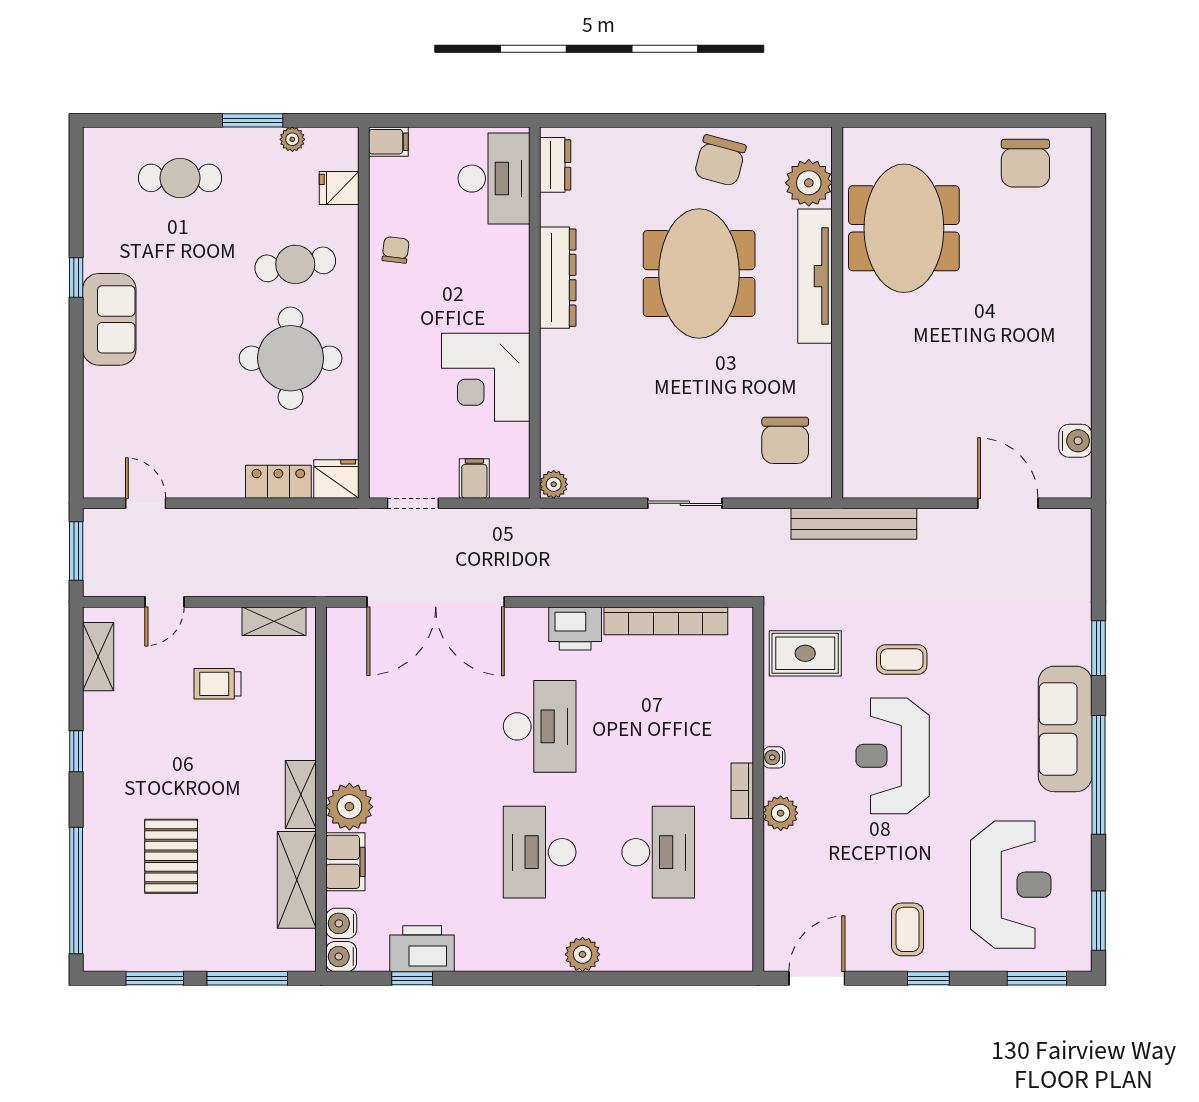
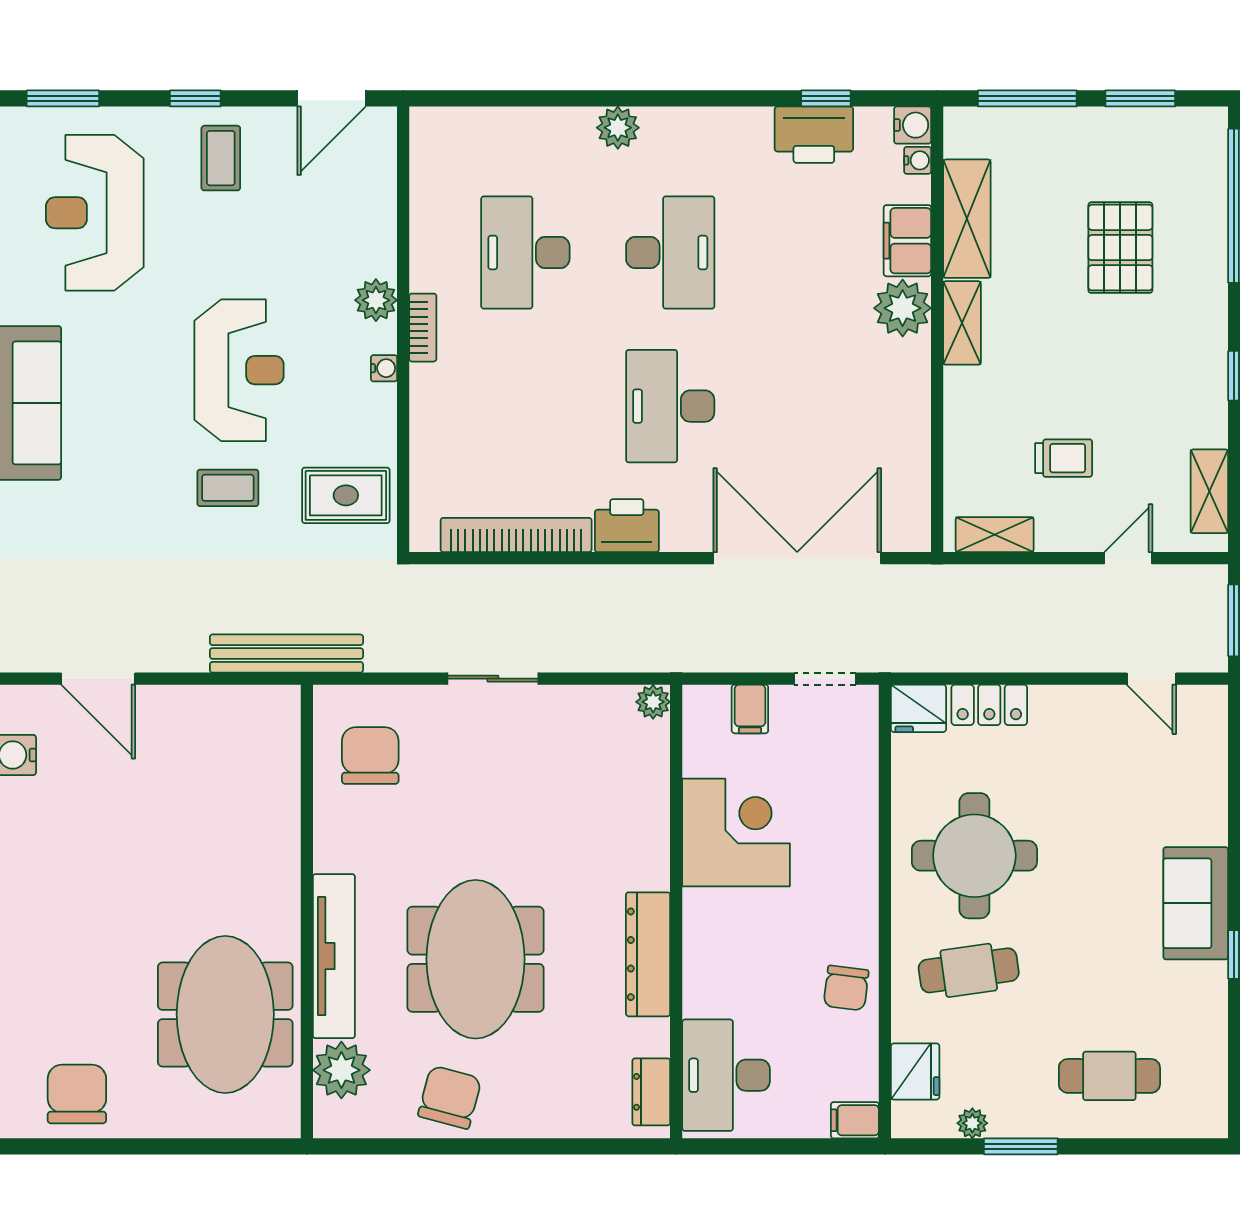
fridge: (339, 188) -> (915, 1071), width x1.38
chair: (396, 250) -> (846, 988), width x1.37, depth x1.37
water cooler: (341, 923) -> (918, 160), width x0.72, depth x0.72

